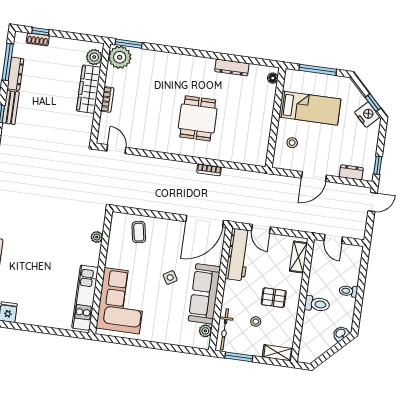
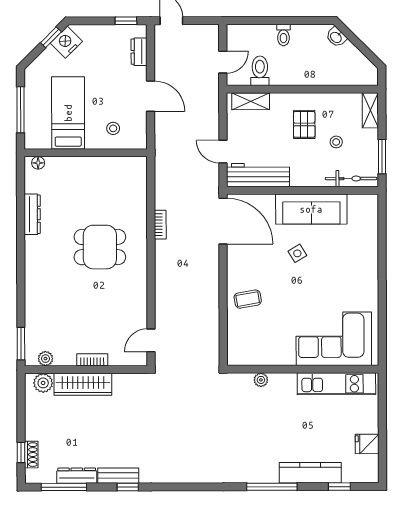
plant: (120, 57) -> (46, 359), width x0.53, depth x0.53
door: (261, 229) -> (223, 152), swing flipped
plant: (97, 237) -> (261, 380), moved
wall: (101, 272) -> (303, 369), moved
kitchen unit: (85, 298) -> (336, 384), moved
corner sofa: (122, 301) -> (334, 339), moved
toilet: (317, 304) -> (260, 71), moved
plant: (205, 331) -> (356, 202), removed

